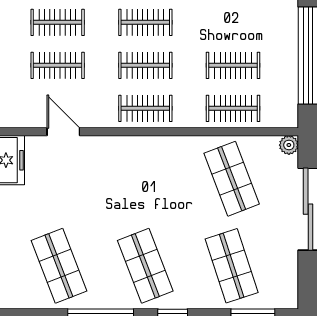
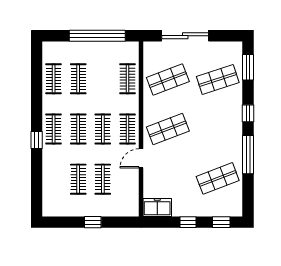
clothes rail: (233, 65) -> (78, 79), moved
door: (63, 132) -> (141, 158), moved
plant: (289, 145) -> (148, 47), removed
shop shelf: (145, 266) -> (168, 129), moved

